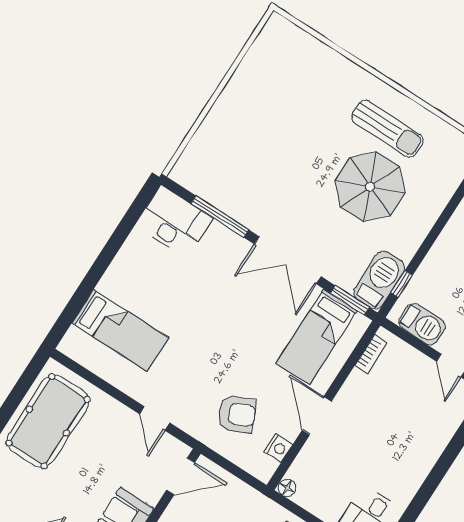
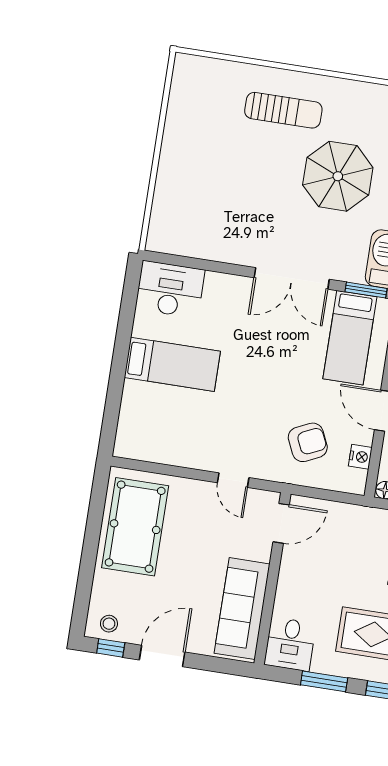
sun lounger: (388, 129) -> (283, 110), moved
window: (220, 217) -> (211, 266), removed
bed: (120, 330) -> (172, 364), moved

